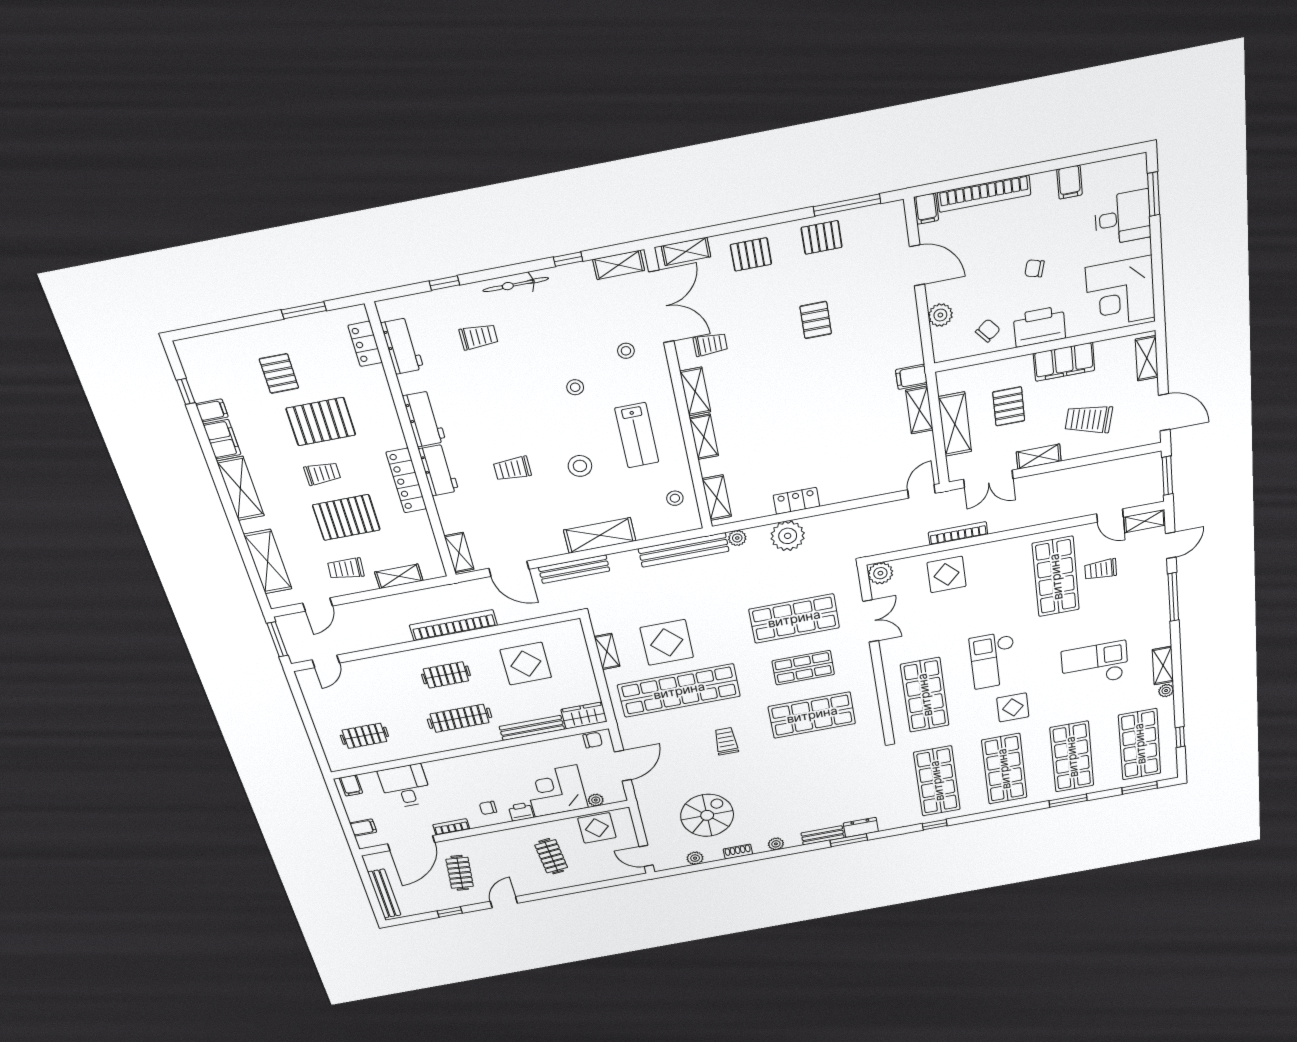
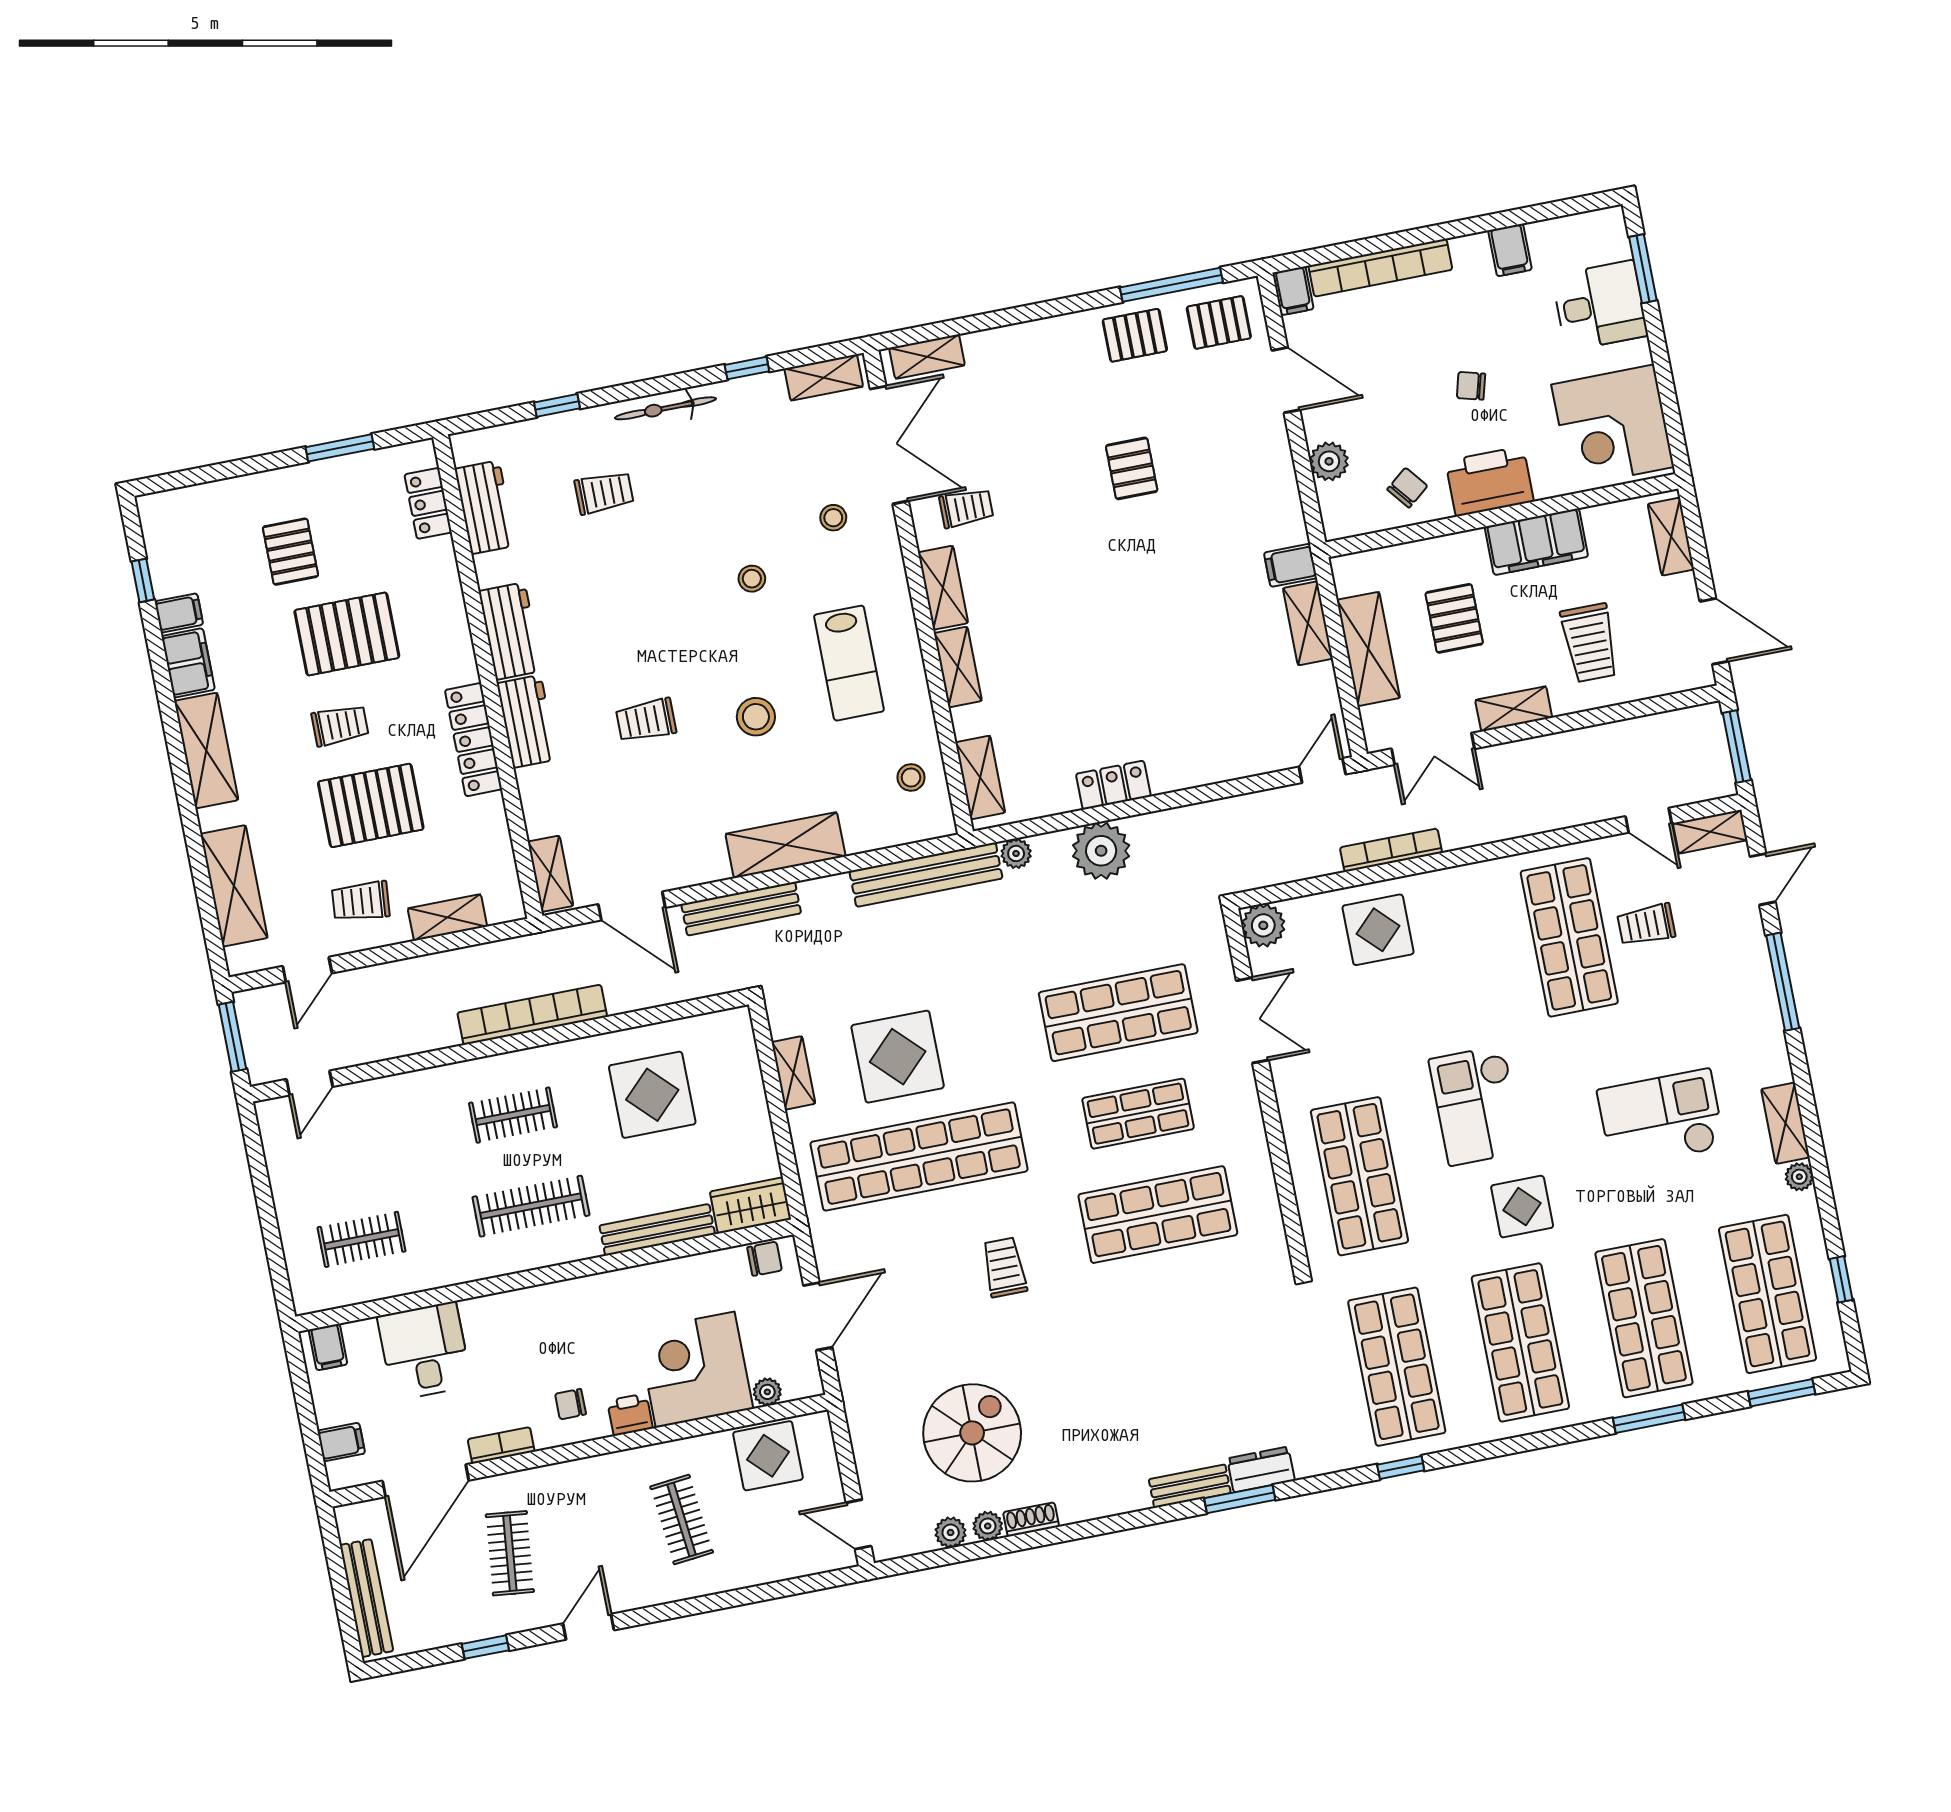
pallet: (751, 254) -> (1219, 322), moved
trolley: (1089, 419) -> (1590, 643), turned -103
plant: (776, 844) -> (988, 1526), moved

